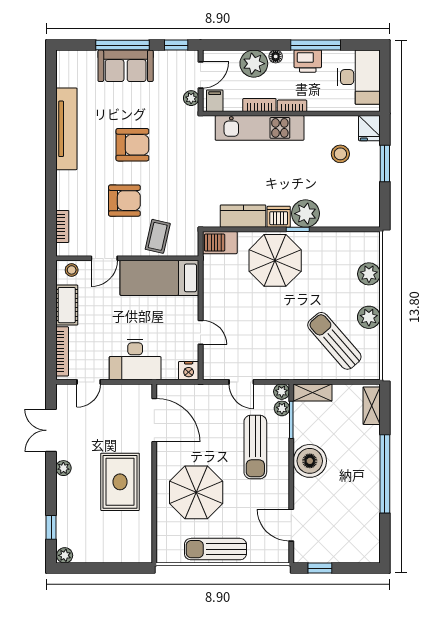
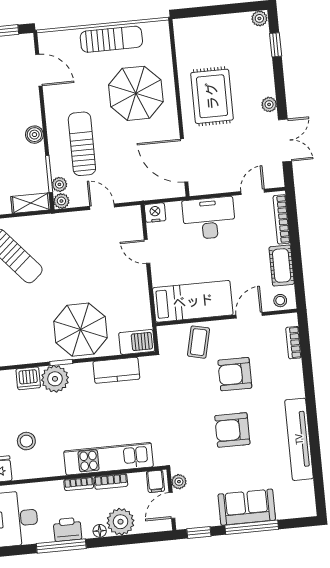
dishwasher: (279, 217) -> (28, 378), moved
boiler: (310, 461) -> (34, 135), width x0.54, depth x0.54

